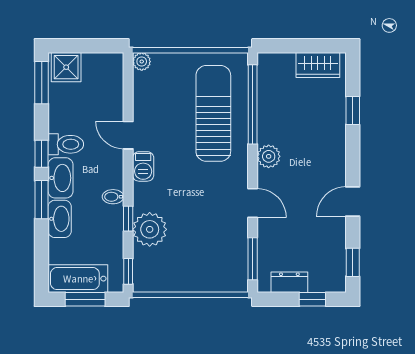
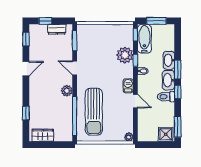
bathtub: (78, 279) -> (144, 39), moved, turned -90

